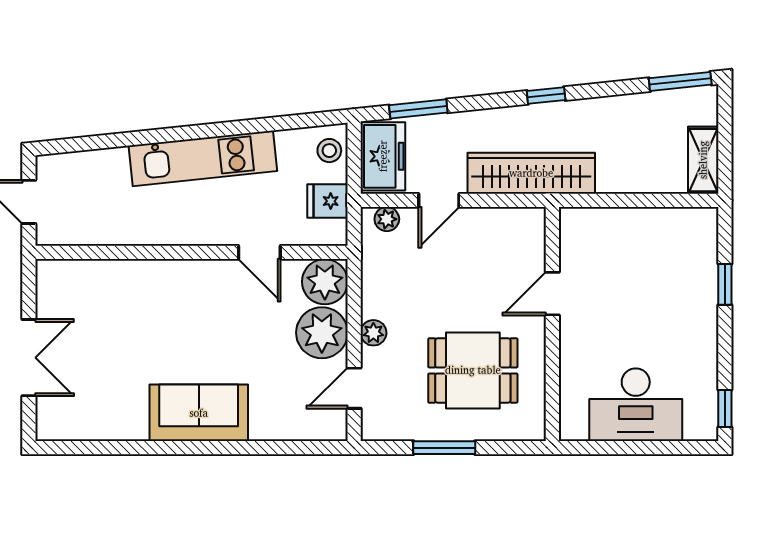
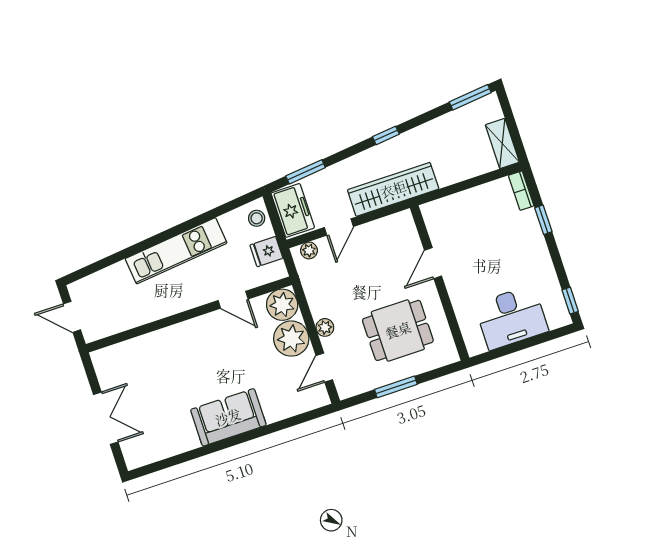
bookcase: (708, 234) -> (521, 191), added

